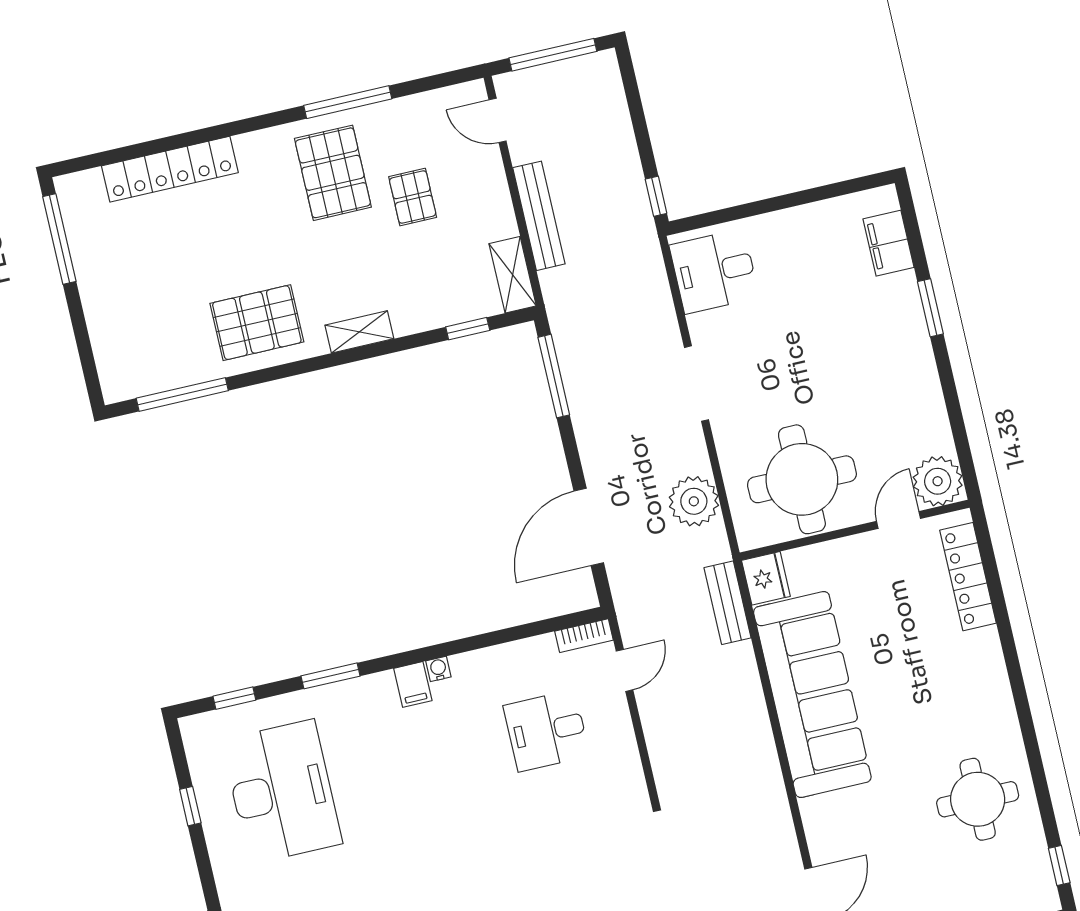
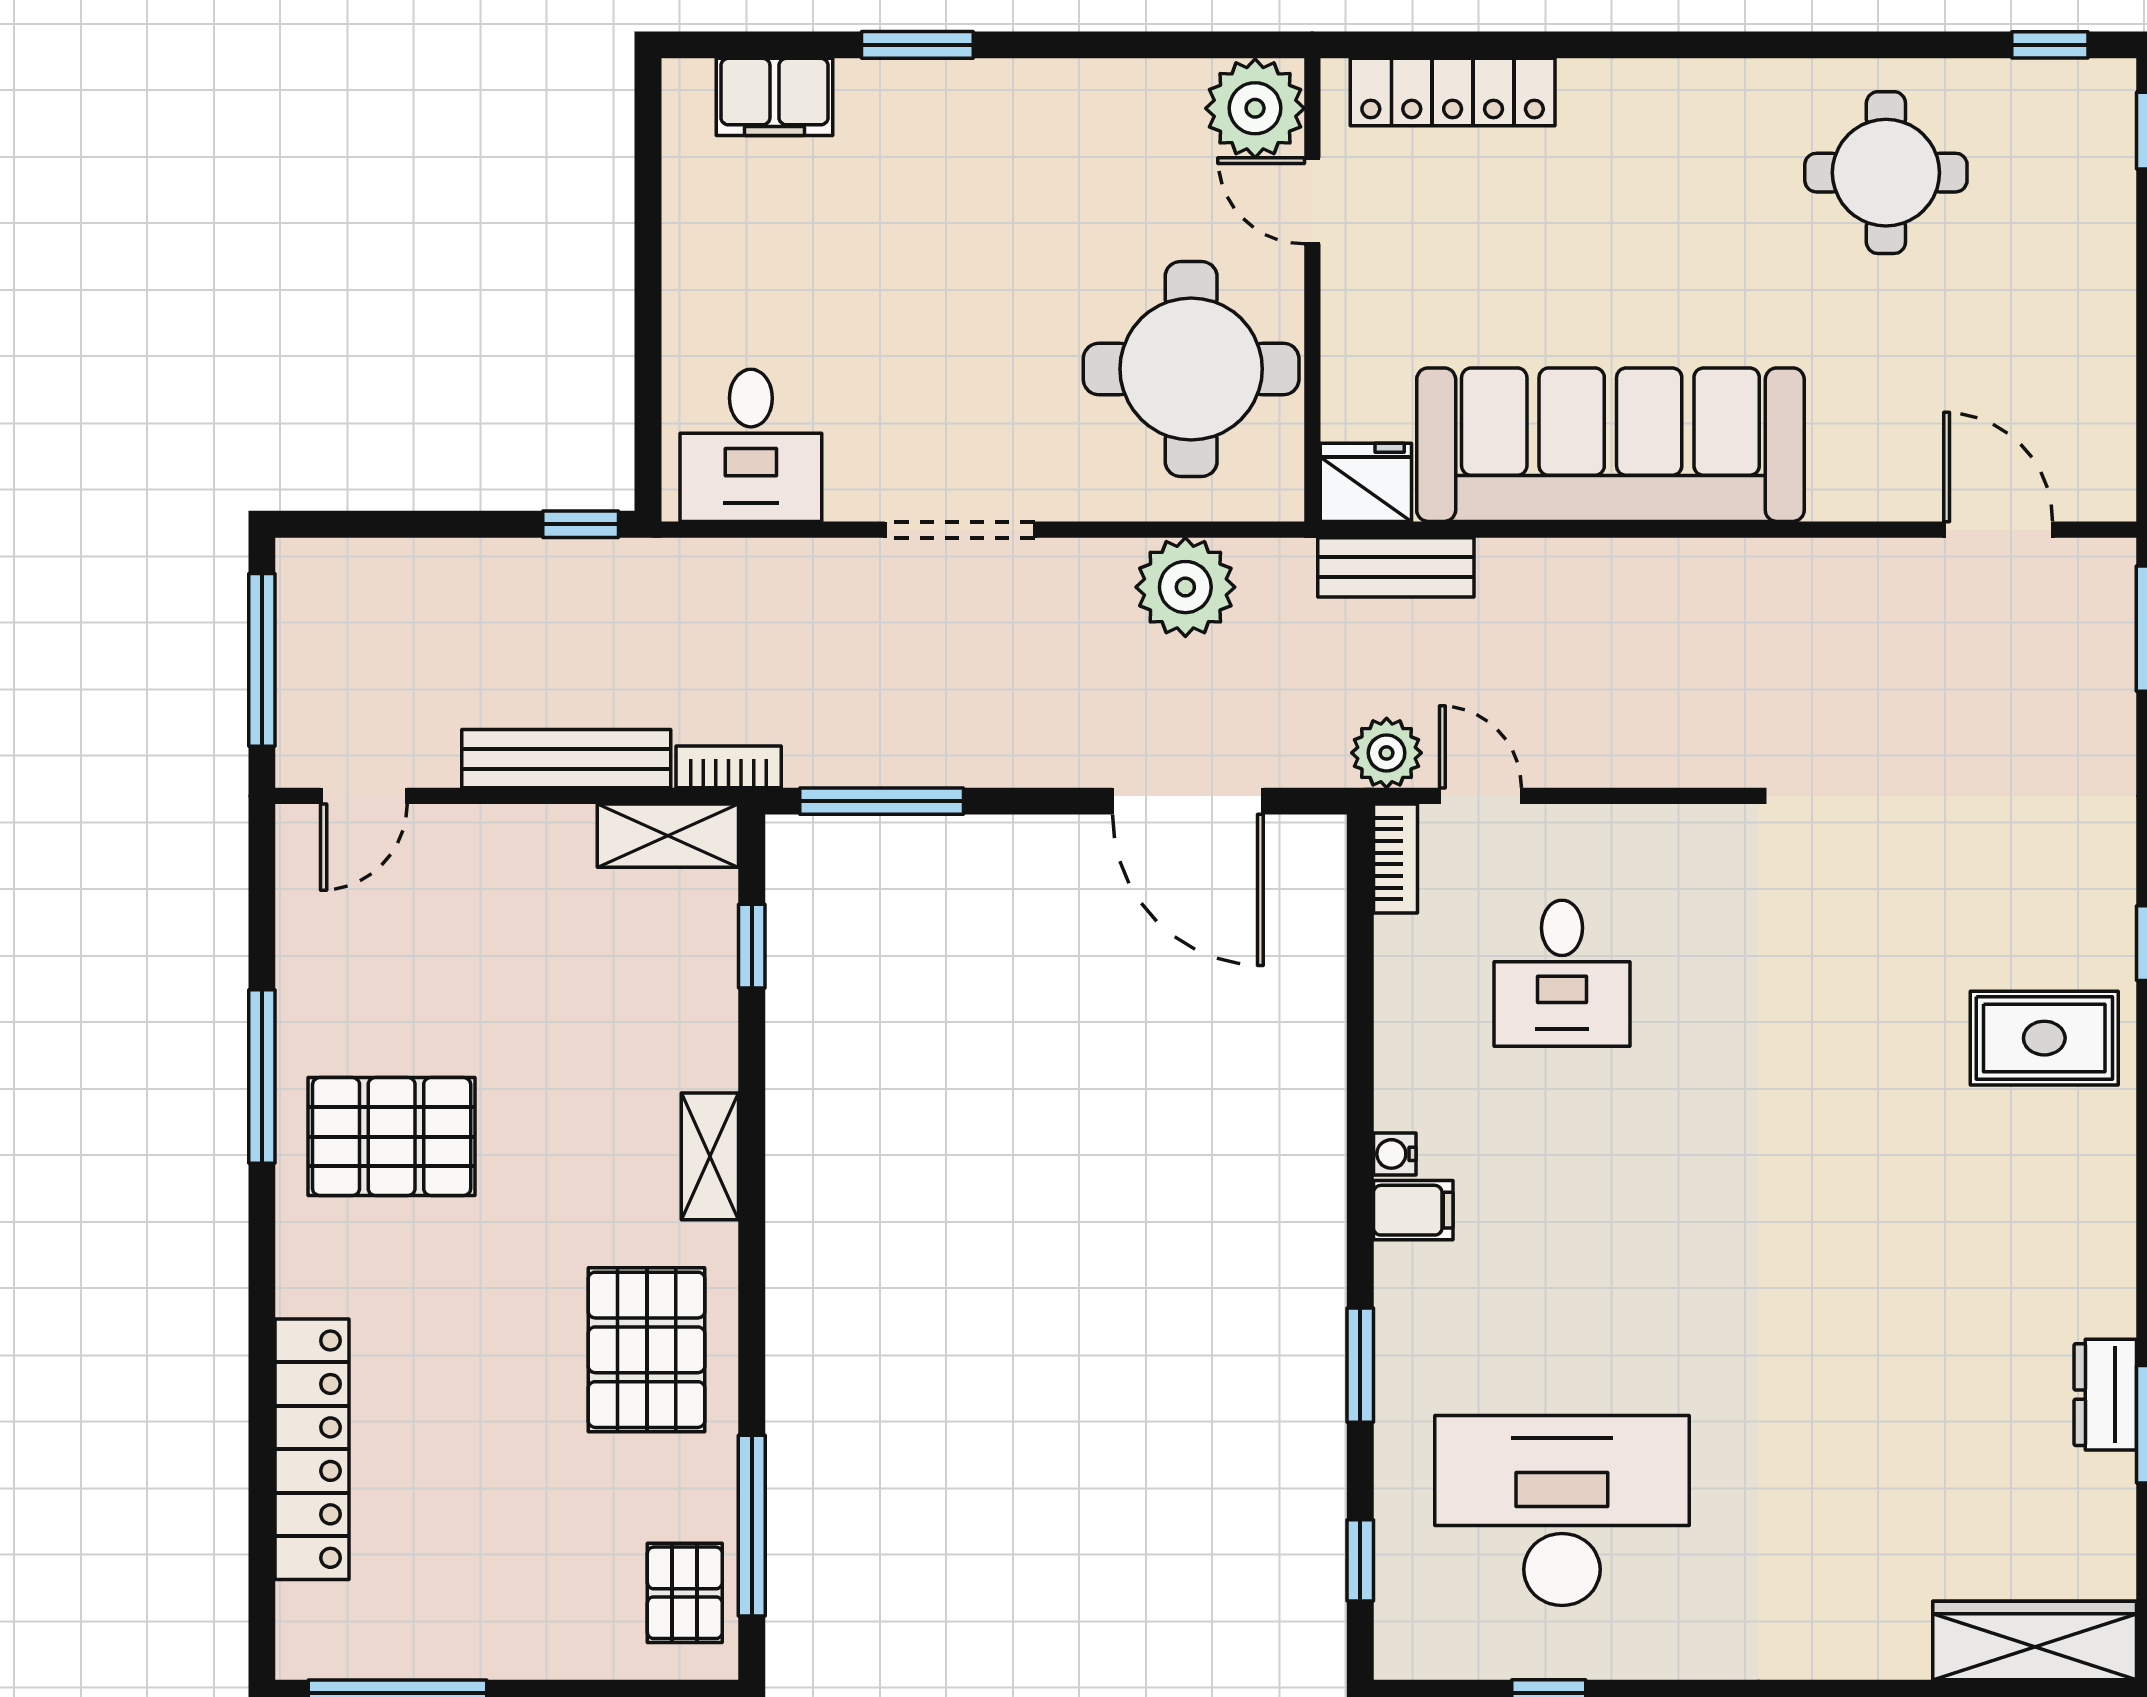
pallet: (413, 197) -> (685, 1593), moved, turned 90
bookcase: (553, 297) -> (729, 767), added
plant: (635, 619) -> (1387, 753), added

